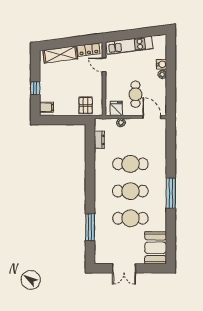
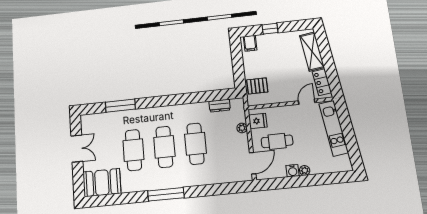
water cooler: (161, 64) -> (293, 171), moved
double door: (124, 268) -> (77, 149), swing flipped

